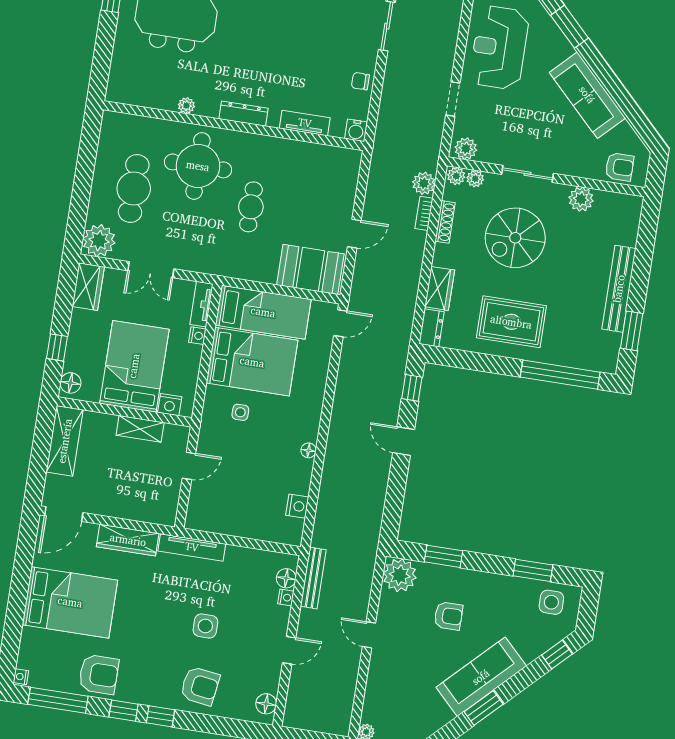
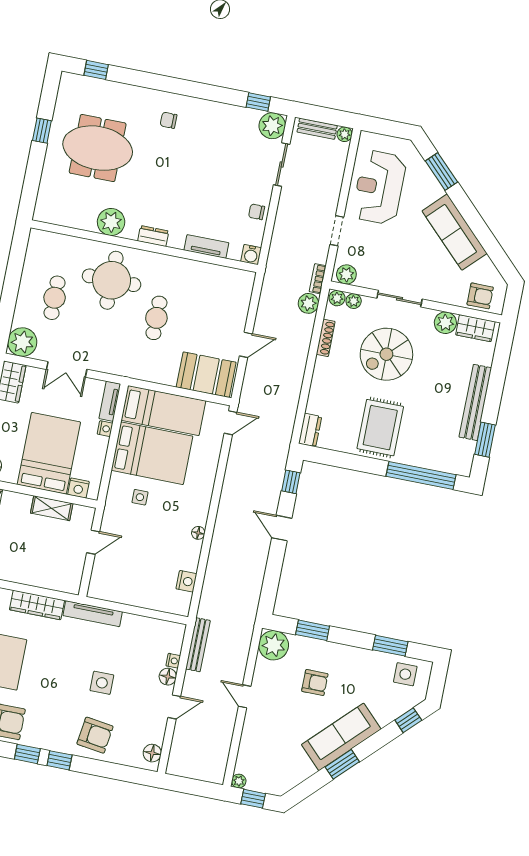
plant: (186, 106) -> (111, 222), width x1.87, depth x1.87
dresser: (244, 114) -> (153, 236), width x0.70
cafe table: (134, 188) -> (55, 298), width x0.73, depth x0.74
bookcase: (424, 213) -> (318, 279), moved
wardrobe: (440, 288) -> (475, 328), moved, turned 90
rug: (511, 322) -> (380, 428), turned 90
floor lamp: (286, 578) -> (168, 677), moved

